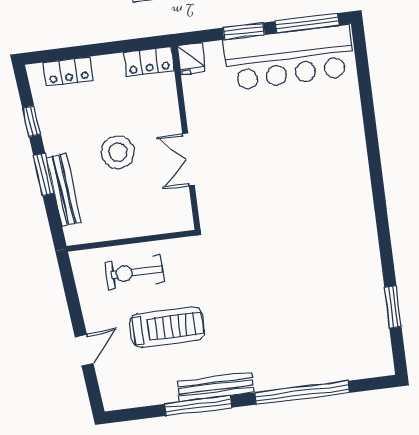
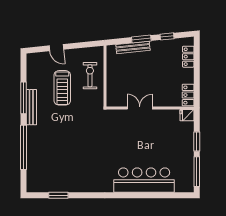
bar counter: (289, 58) -> (144, 180), moved, turned 90
stool: (118, 152) -> (147, 75), removed

